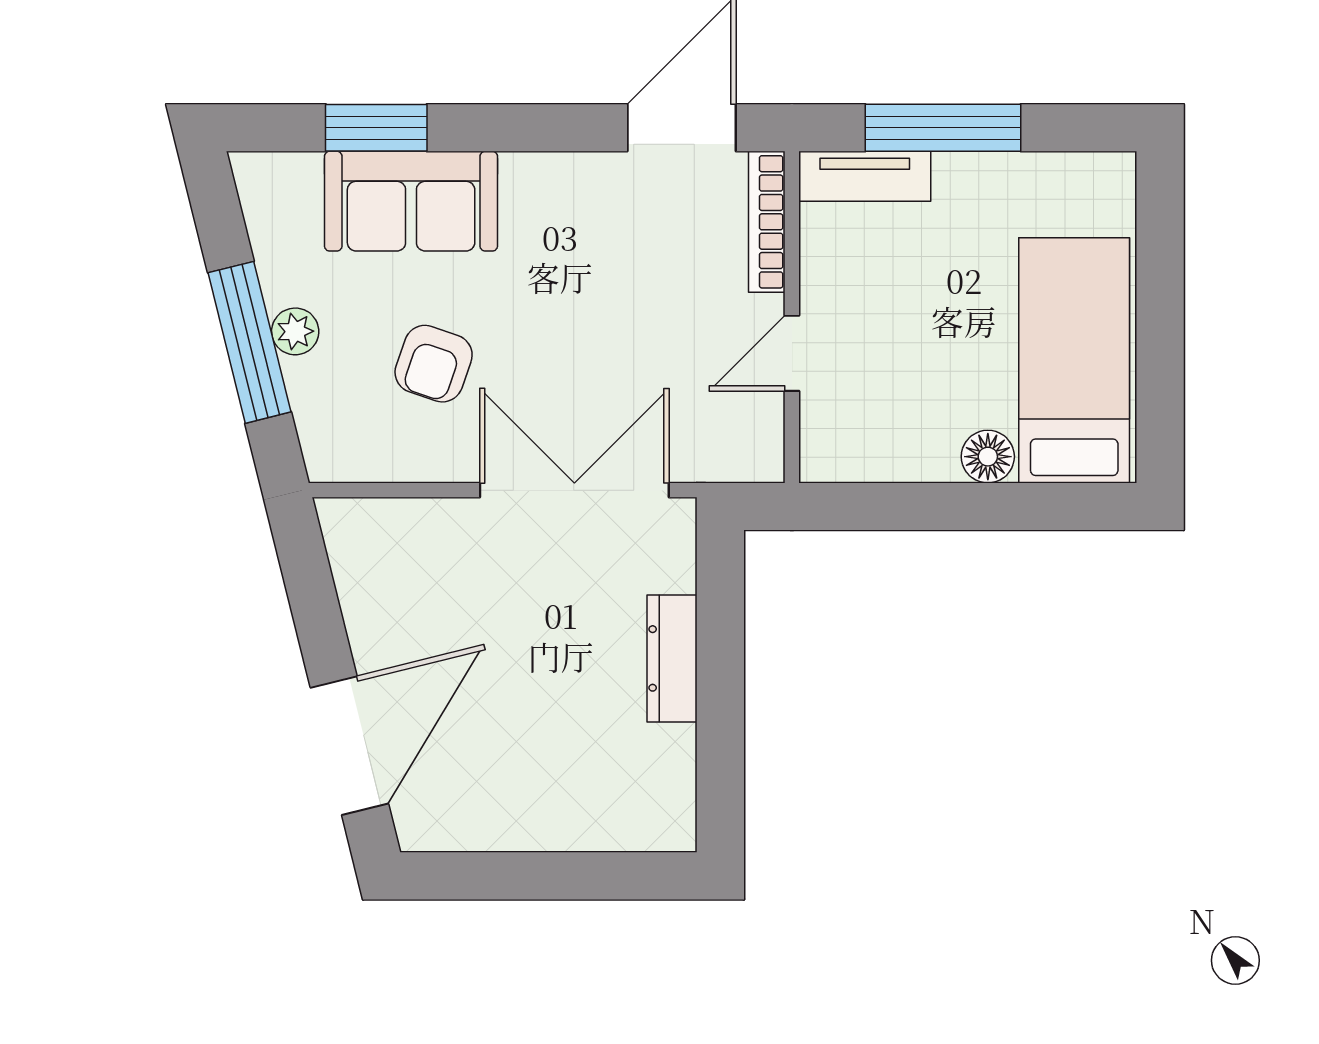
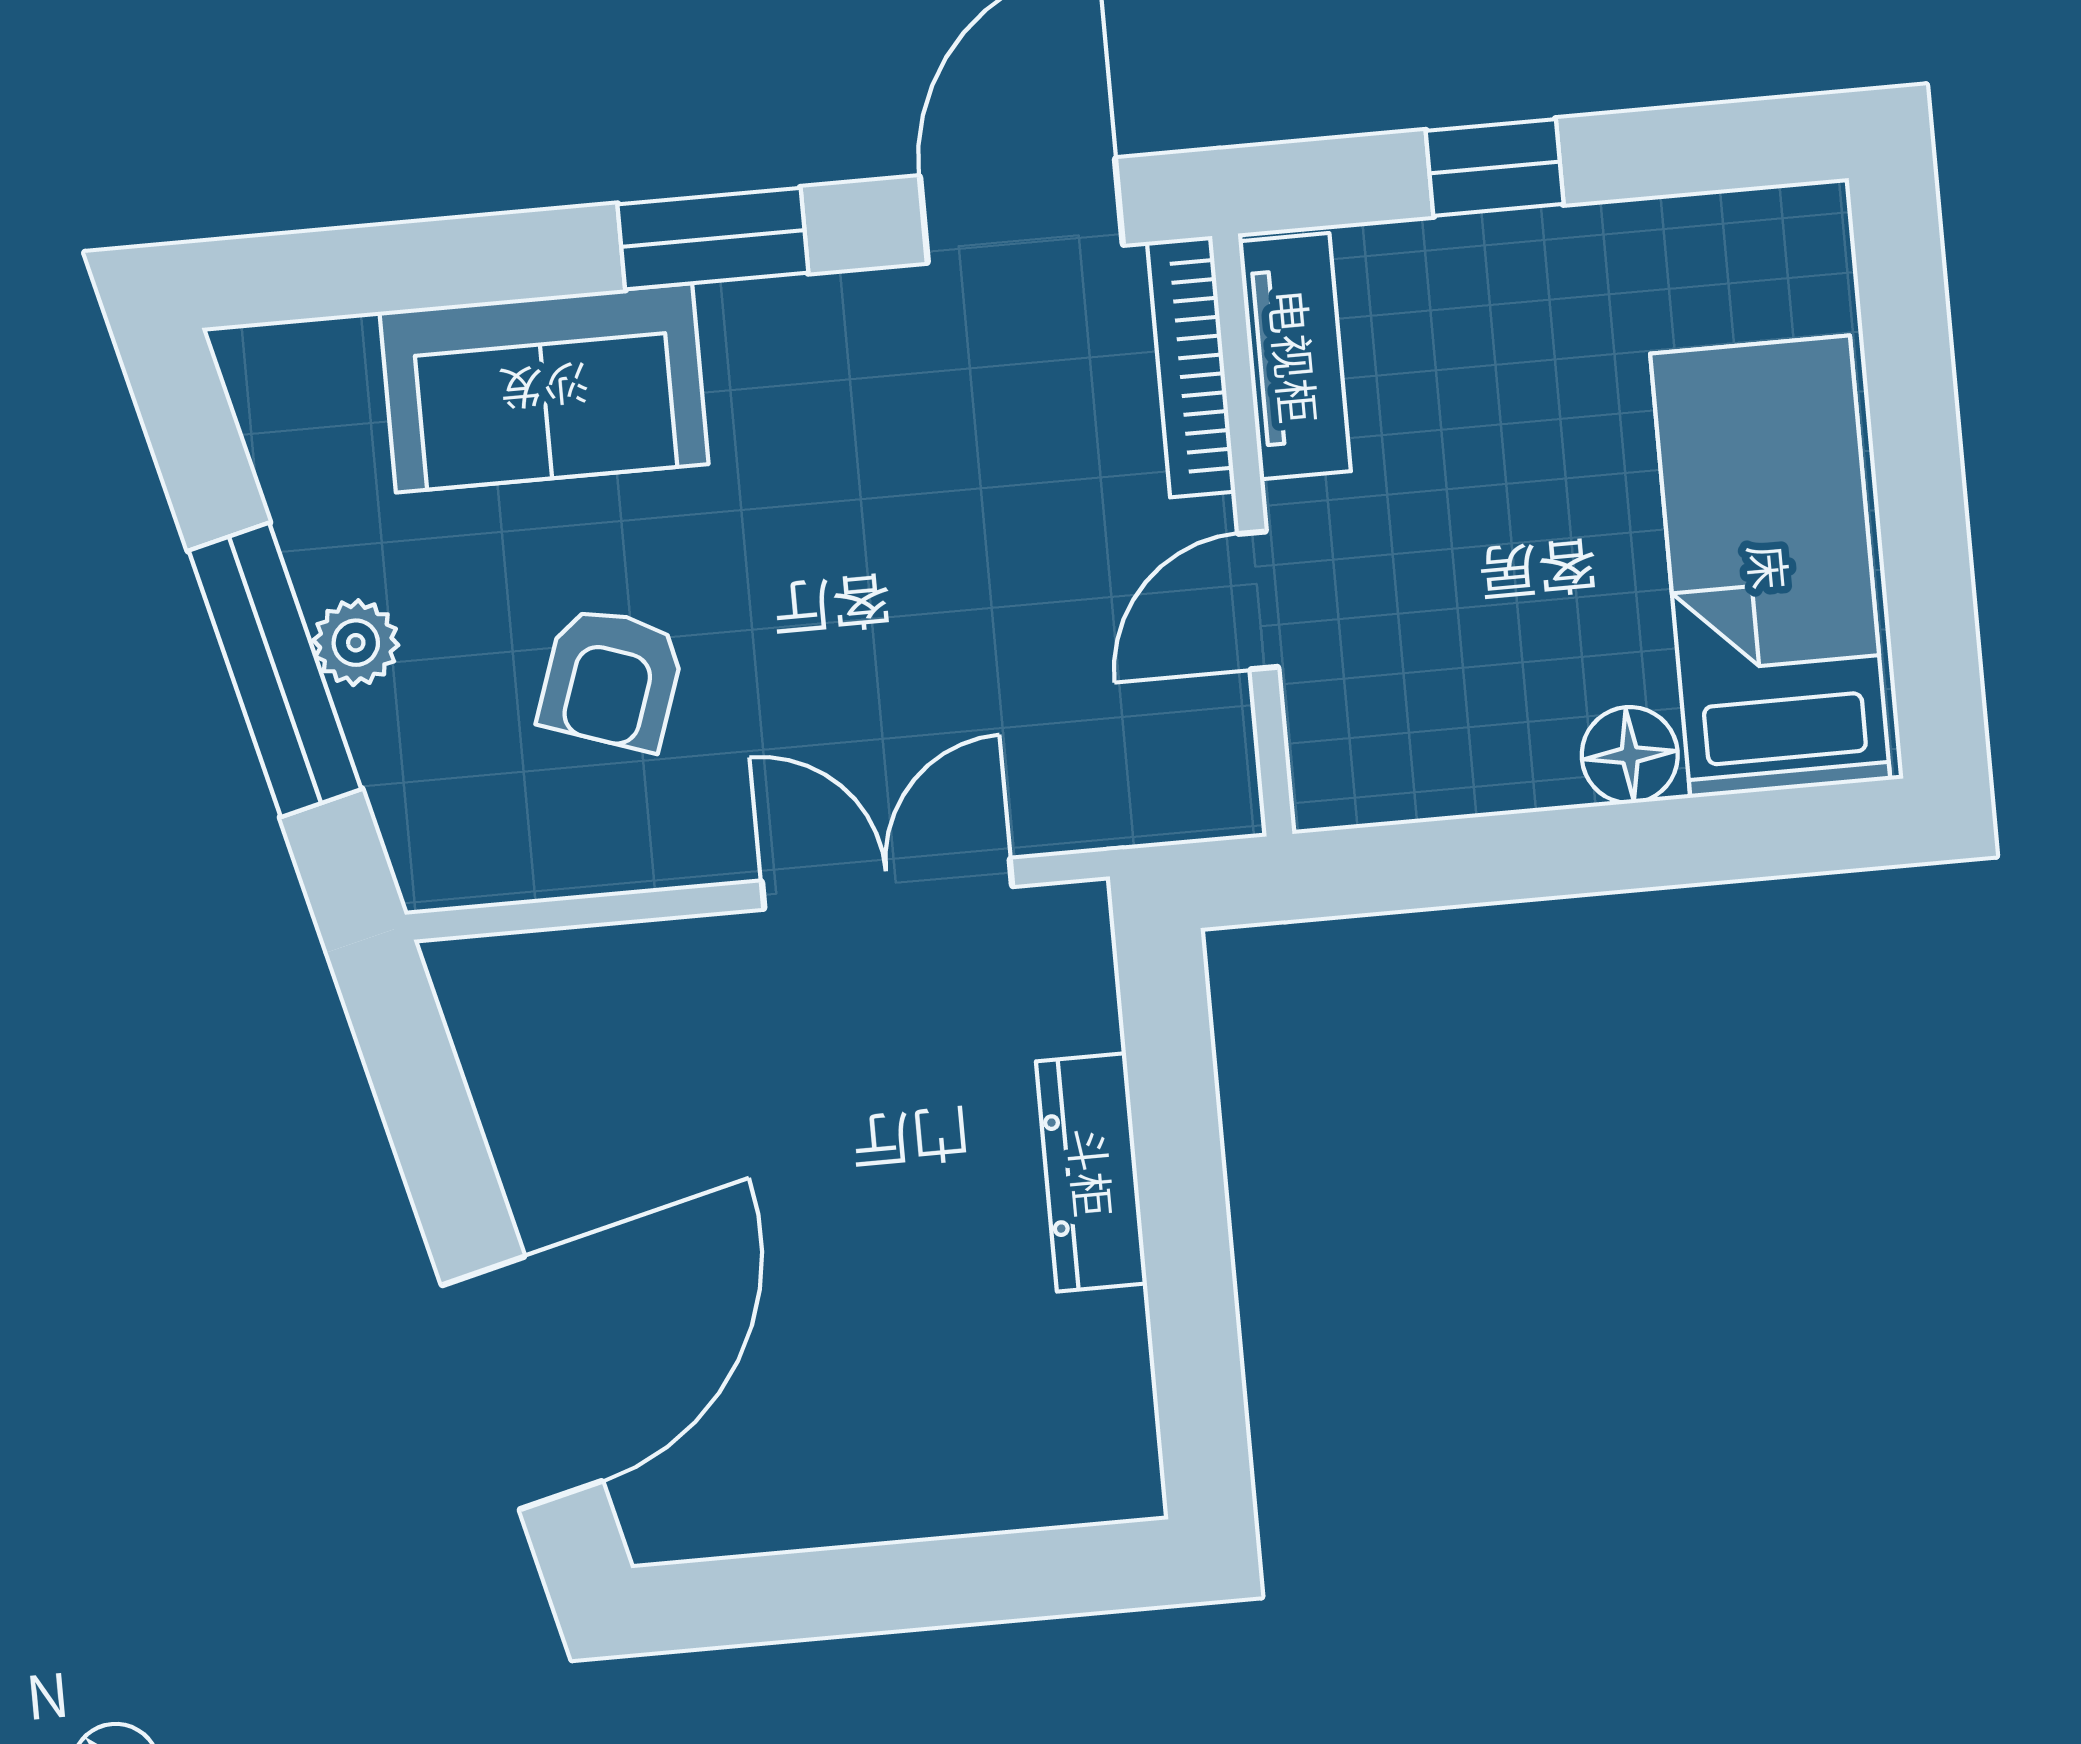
window: (376, 128) -> (713, 239), moved
window: (943, 128) -> (1495, 167), width x0.46
tv unit: (865, 176) -> (1295, 356), moved, turned -90
double door: (574, 490) -> (887, 884), width x0.73

